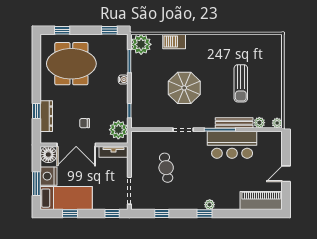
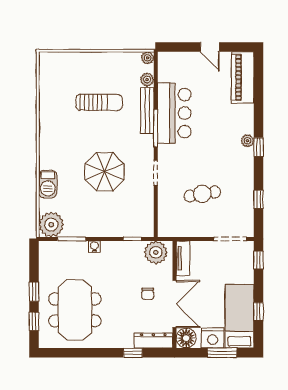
window: (109, 30) -> (34, 292), moved
dresser: (46, 116) -> (153, 341), moved

